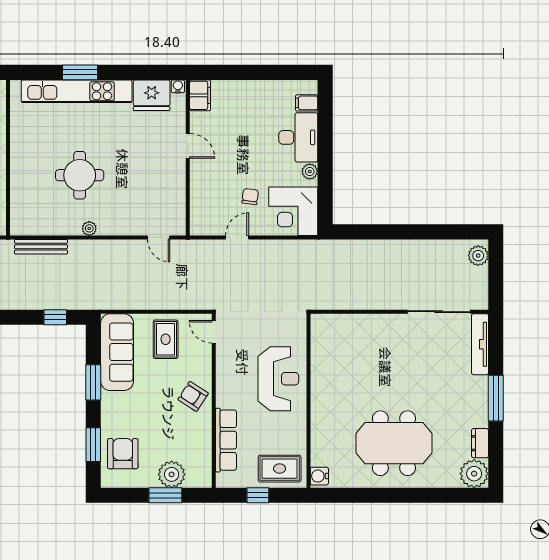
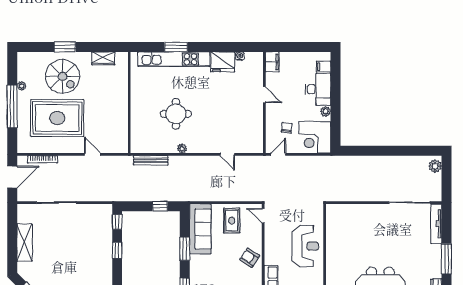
filing cabinet: (200, 95) -> (272, 62), moved
door: (188, 146) -> (264, 95), moved
wall: (188, 158) -> (264, 102), moved

